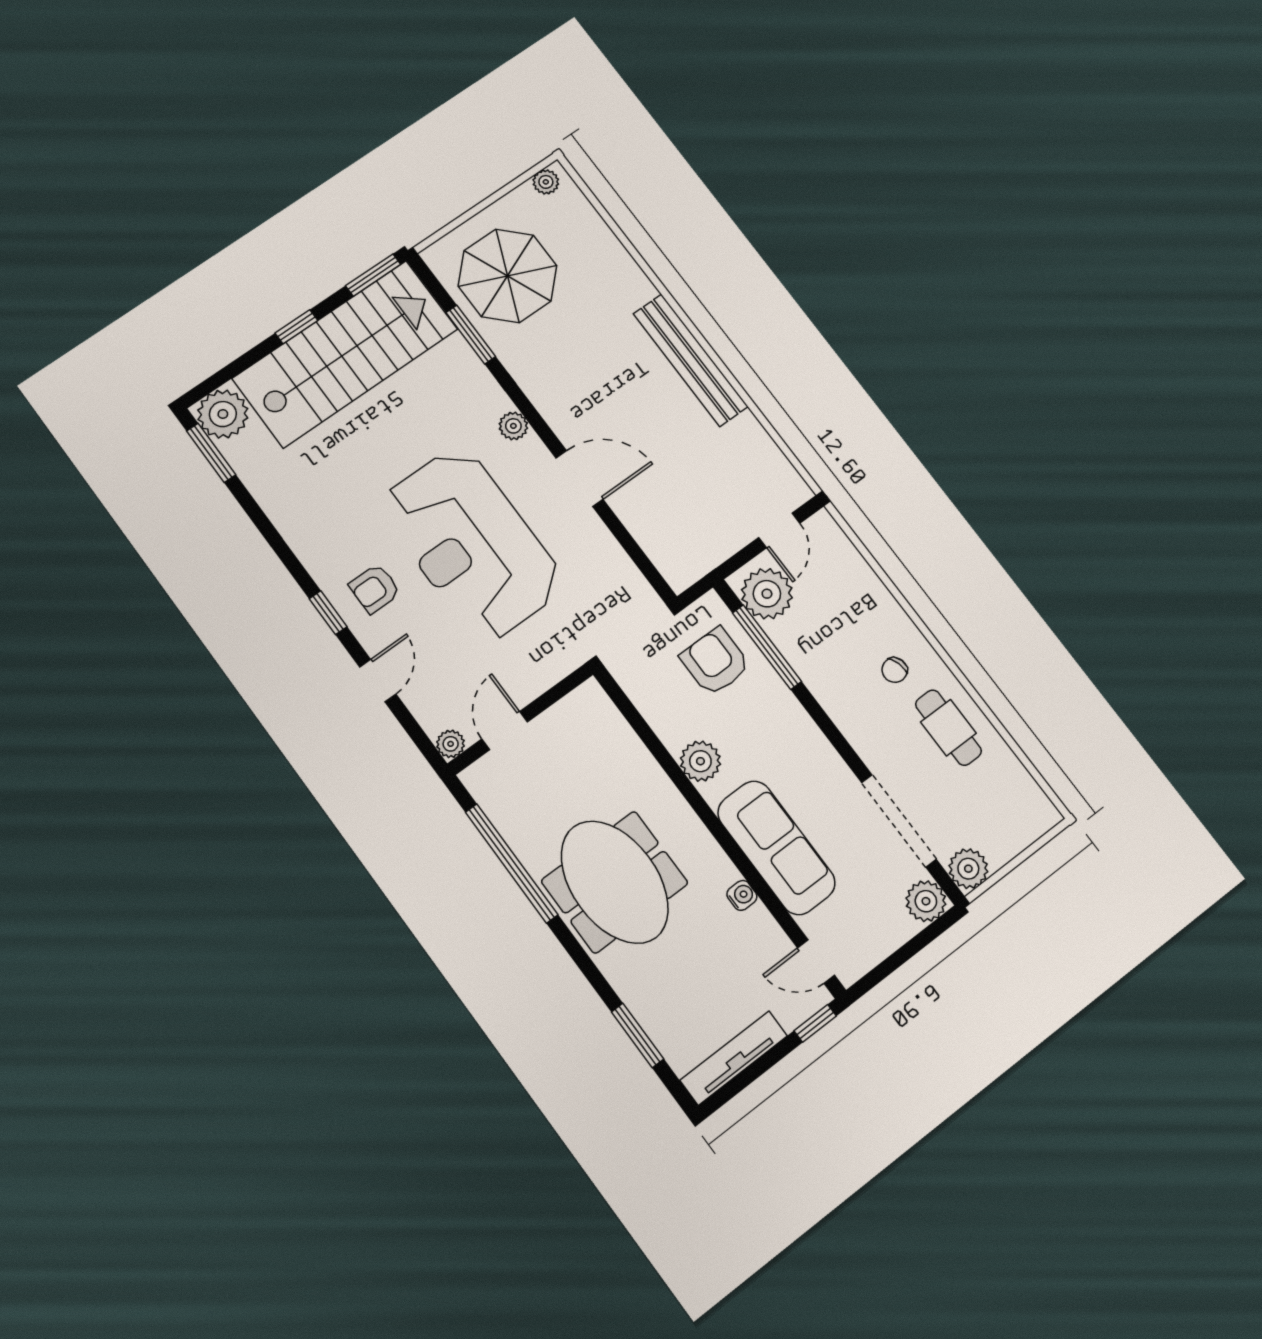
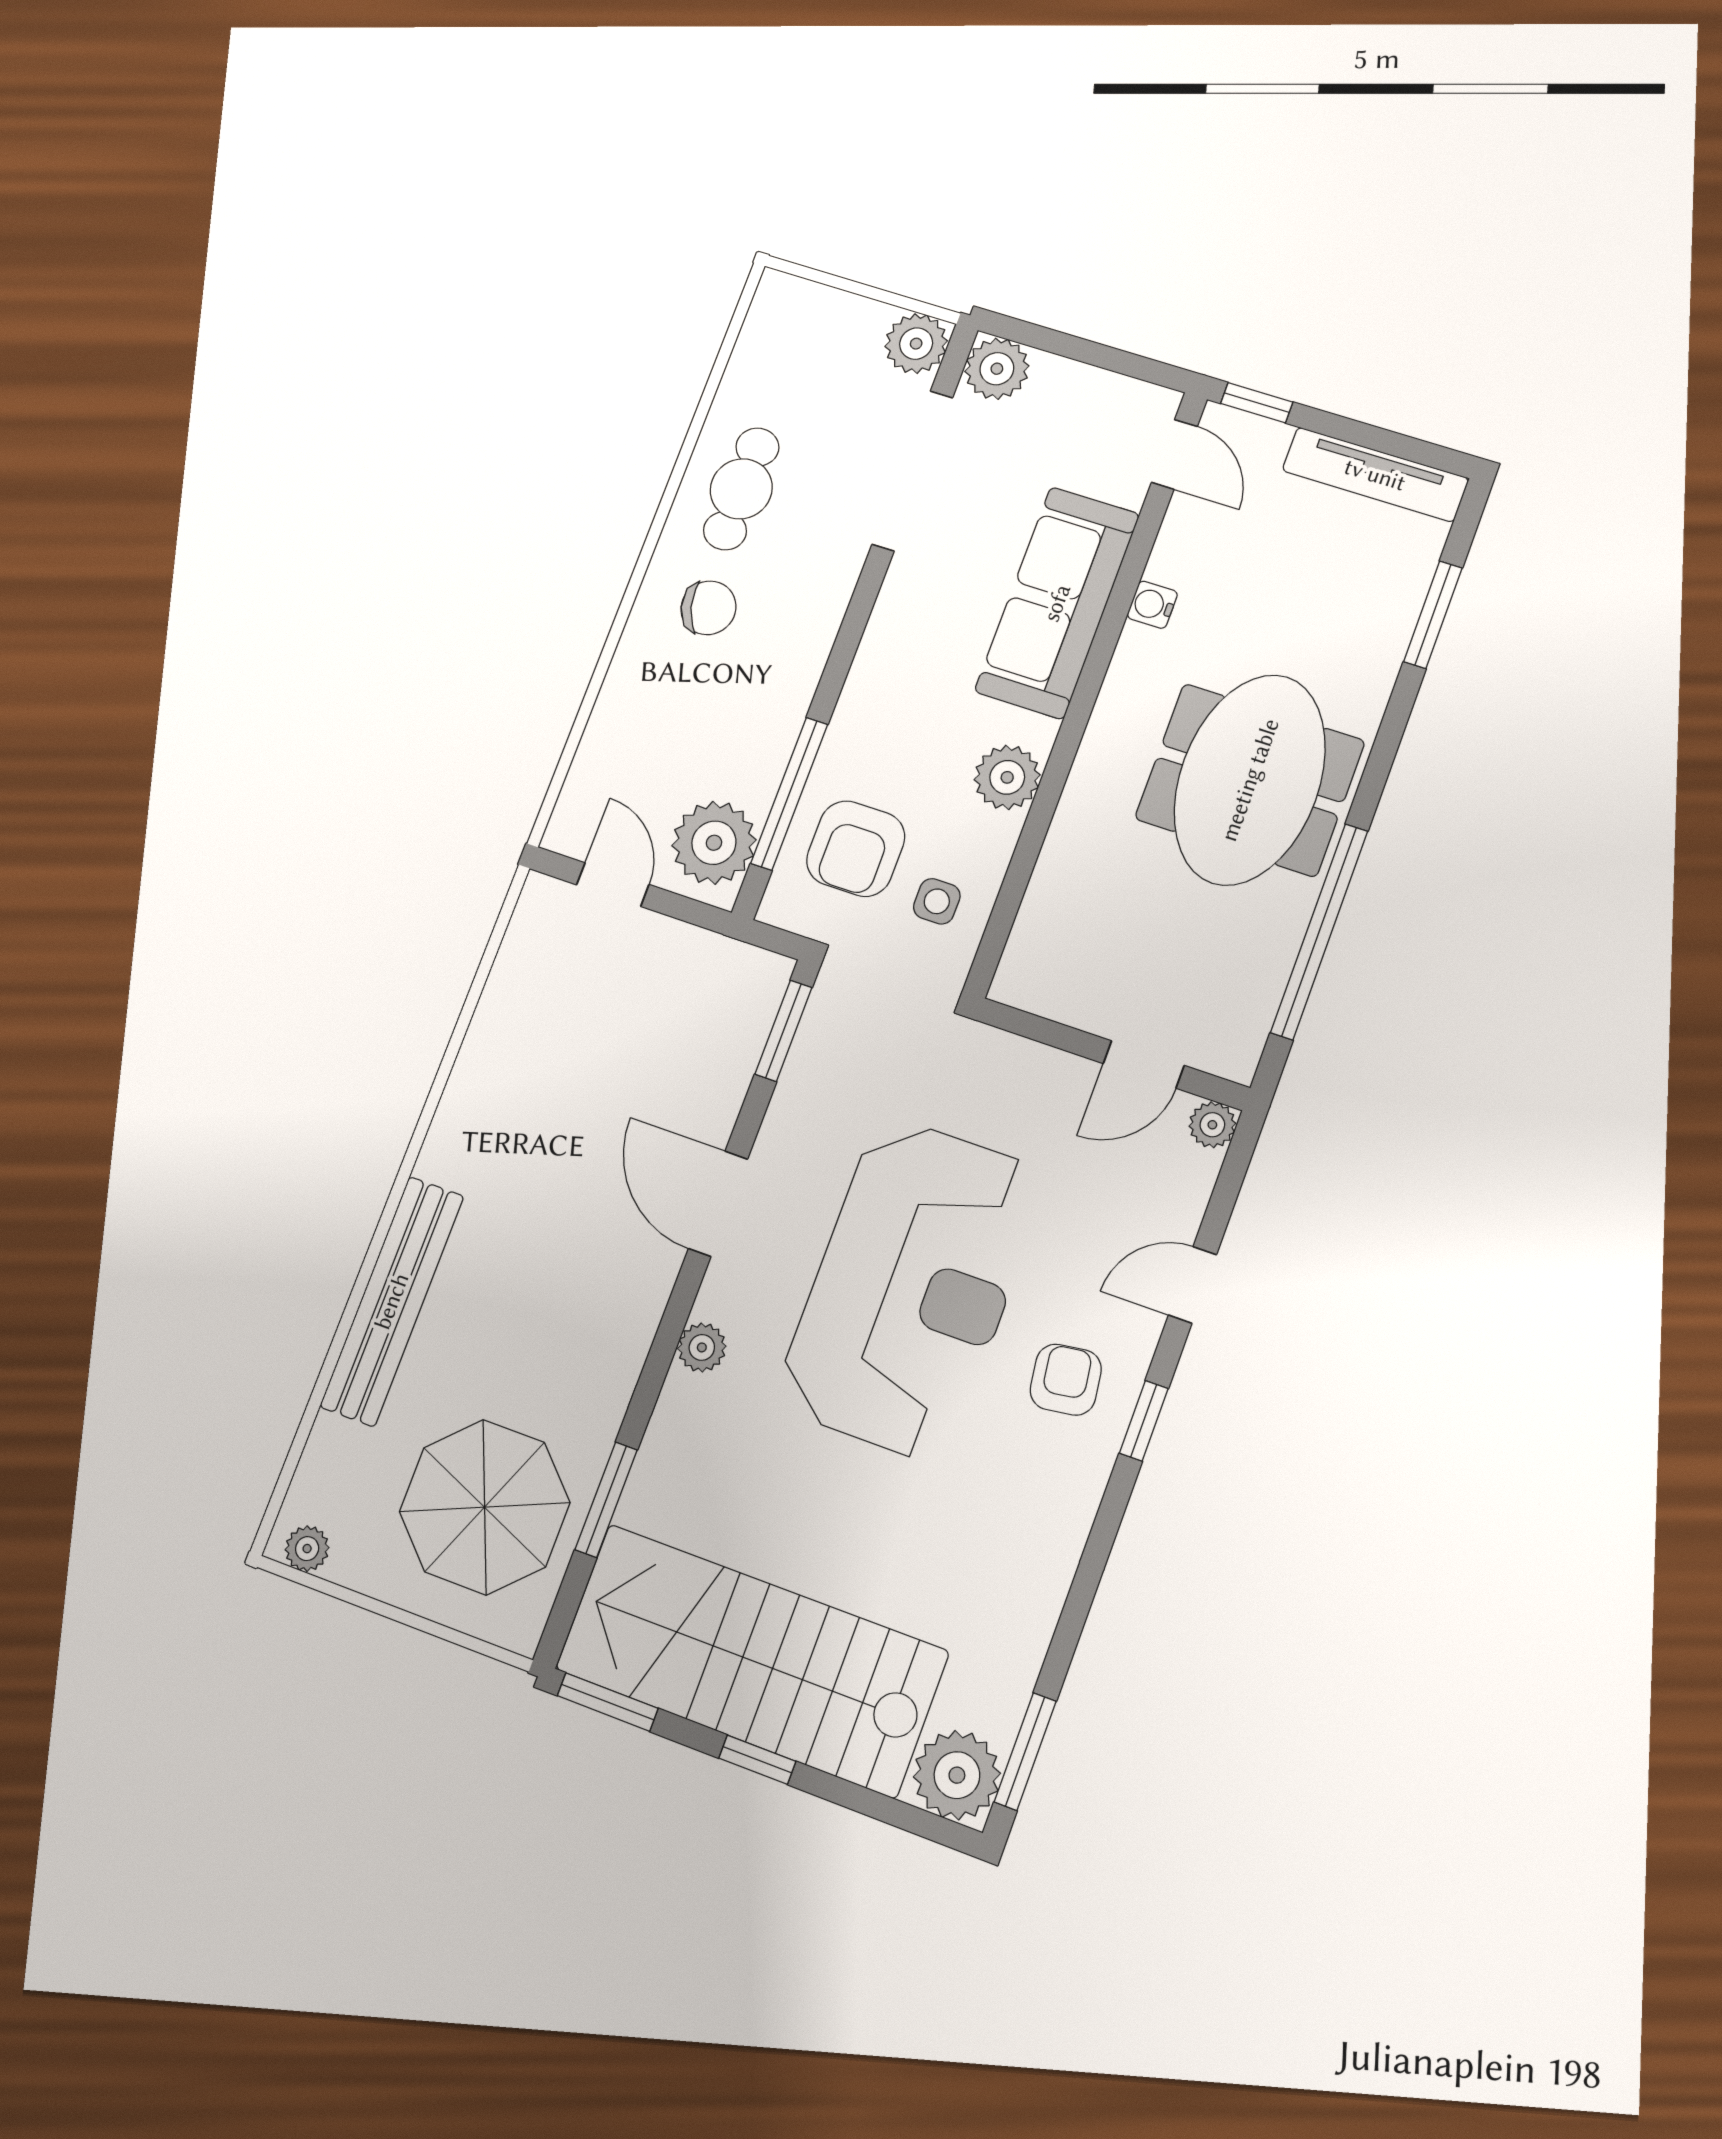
bench: (690, 360) -> (392, 1301), moved
door: (779, 530) -> (613, 885), hinge flipped
window: (645, 566) -> (783, 1031), added
armchair: (375, 589) -> (1066, 1380), turned -98
chair: (895, 670) -> (708, 608), width x1.37, depth x1.37
side table: (660, 684) -> (937, 901), added

